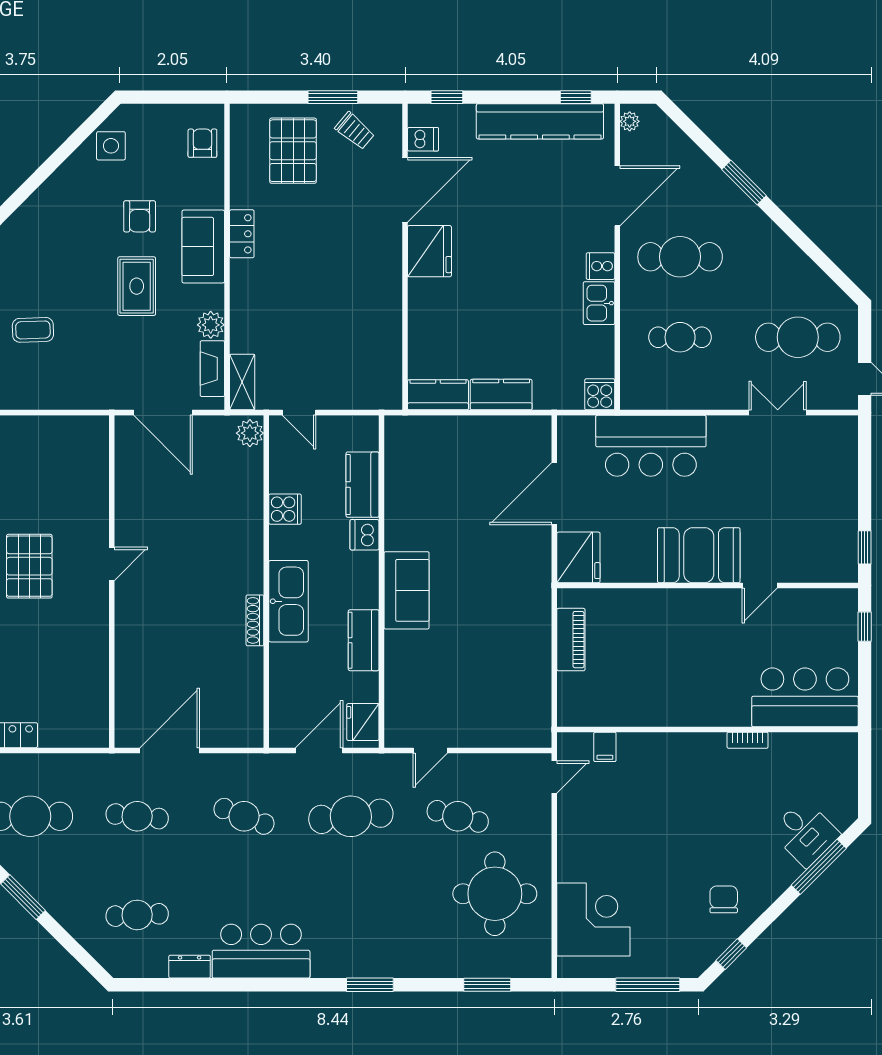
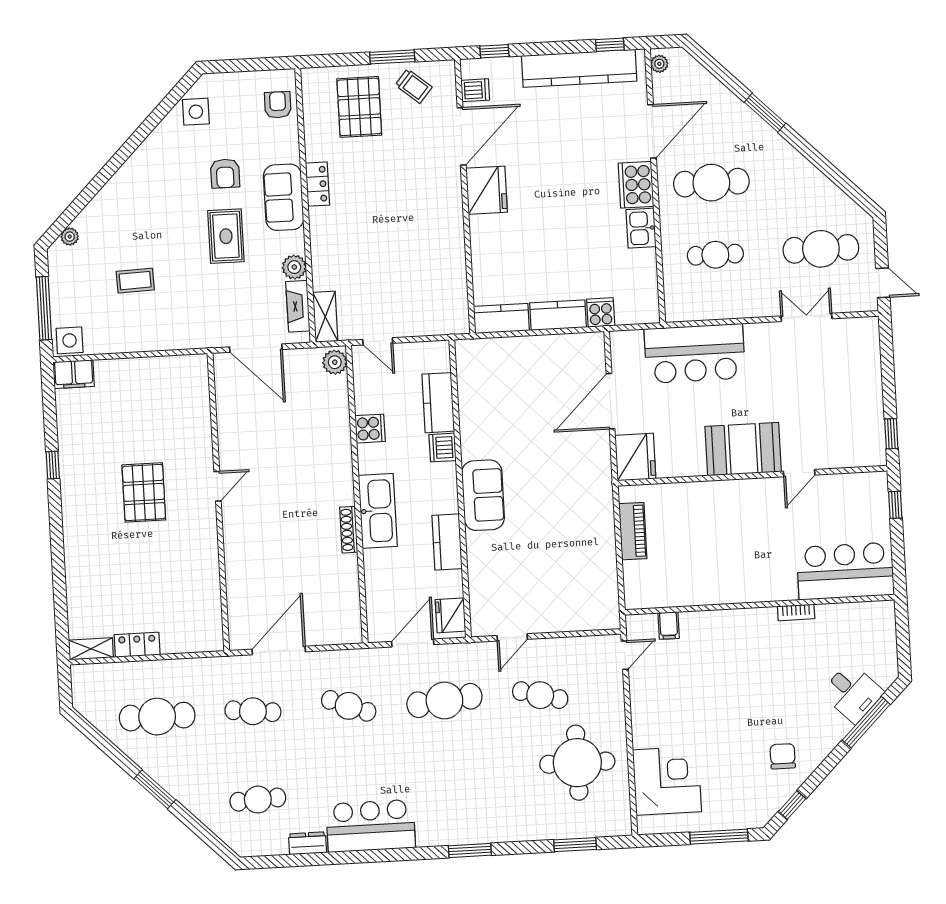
cooker: (600, 266) -> (636, 185), width x1.87, depth x1.31
cooker: (600, 394) -> (601, 312), moved

